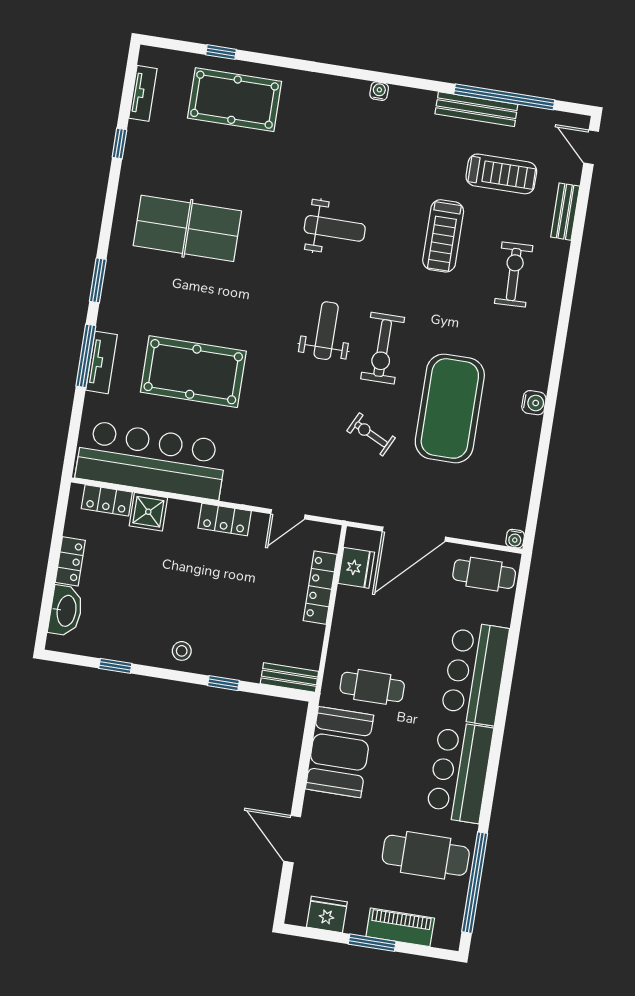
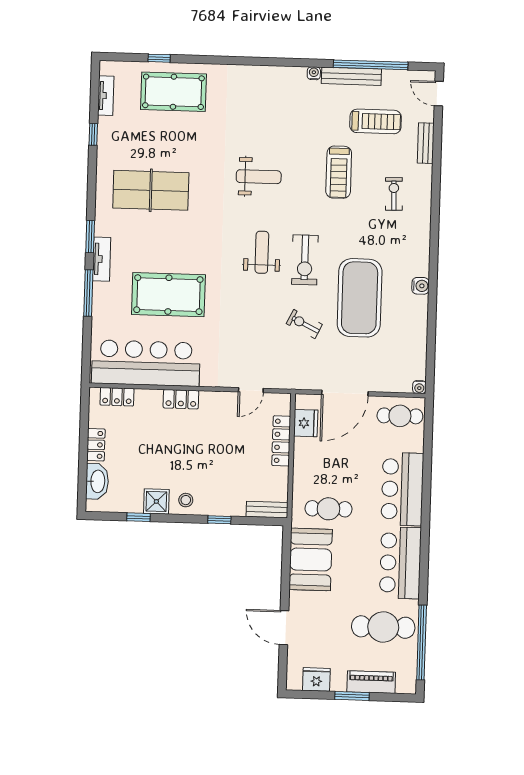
water cooler: (379, 91) -> (314, 73), moved
exercise bike: (514, 275) -> (394, 194), width x0.73, depth x0.72
tv unit: (102, 362) -> (102, 259), moved
shower: (148, 512) -> (156, 501), moved
locker: (225, 520) -> (181, 399), moved

